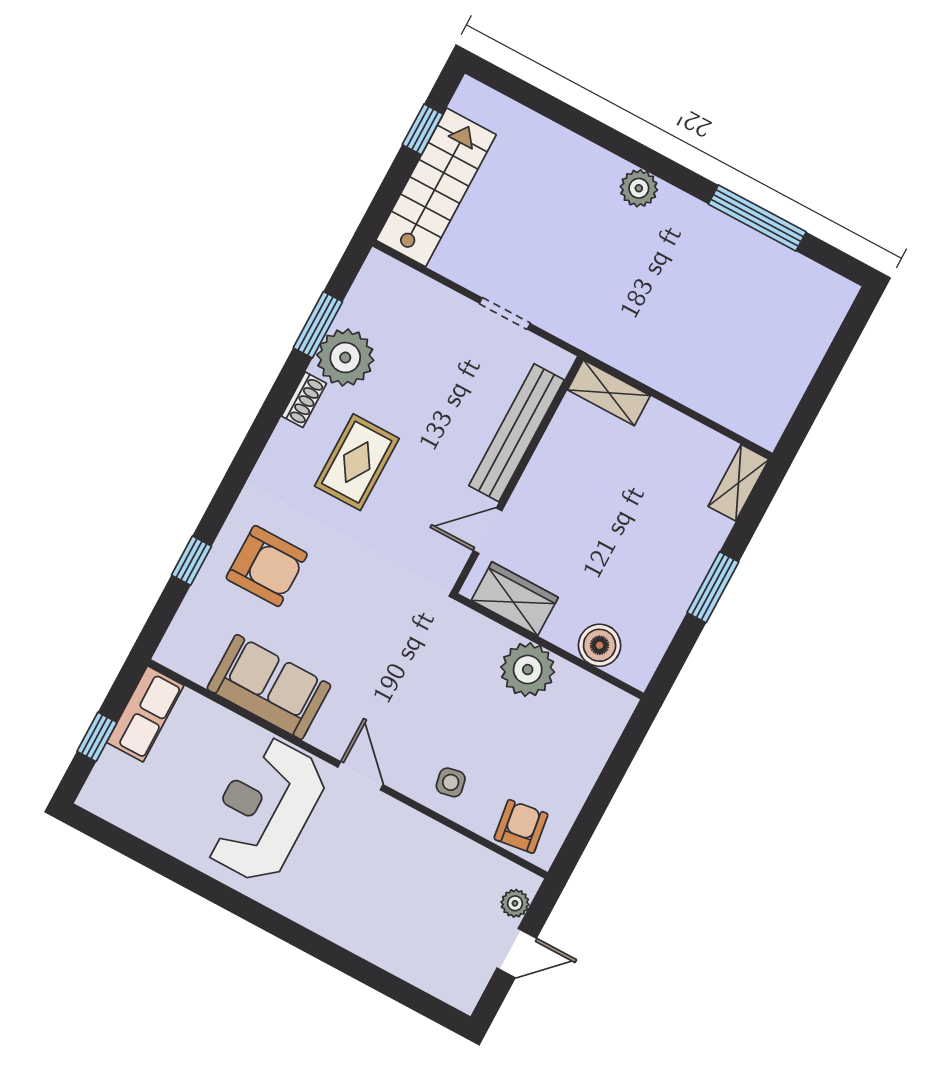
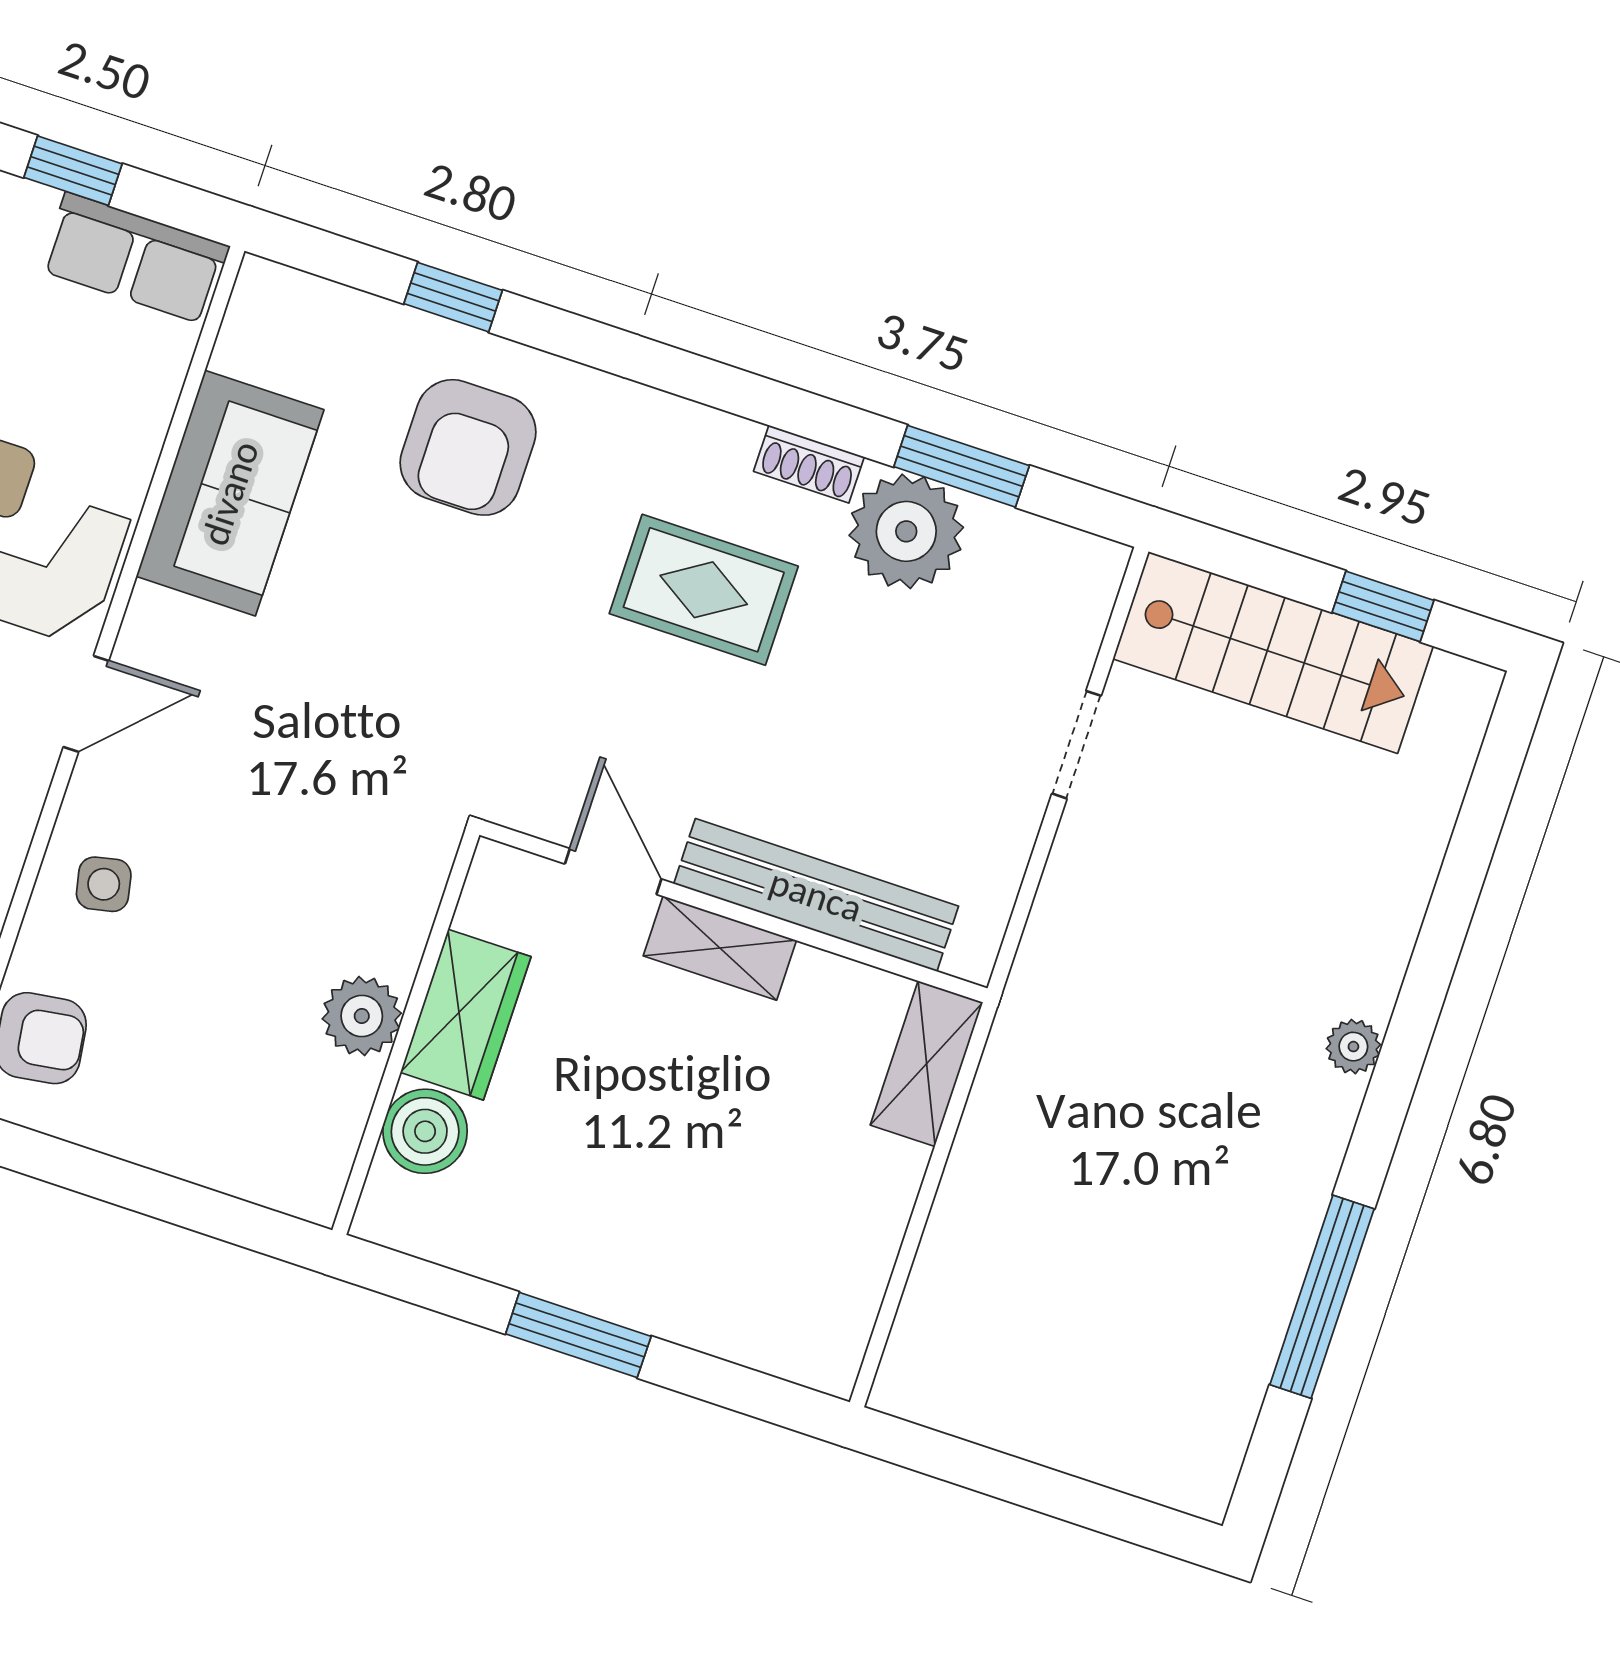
plant: (639, 188) -> (1353, 1047), width x0.73, depth x0.73
doorway: (505, 313) -> (1076, 745), moved
shelving: (738, 483) -> (720, 948), moved
wardrobe: (515, 599) -> (466, 1015), moved
plant: (528, 670) -> (362, 1016), width x0.73, depth x0.73

